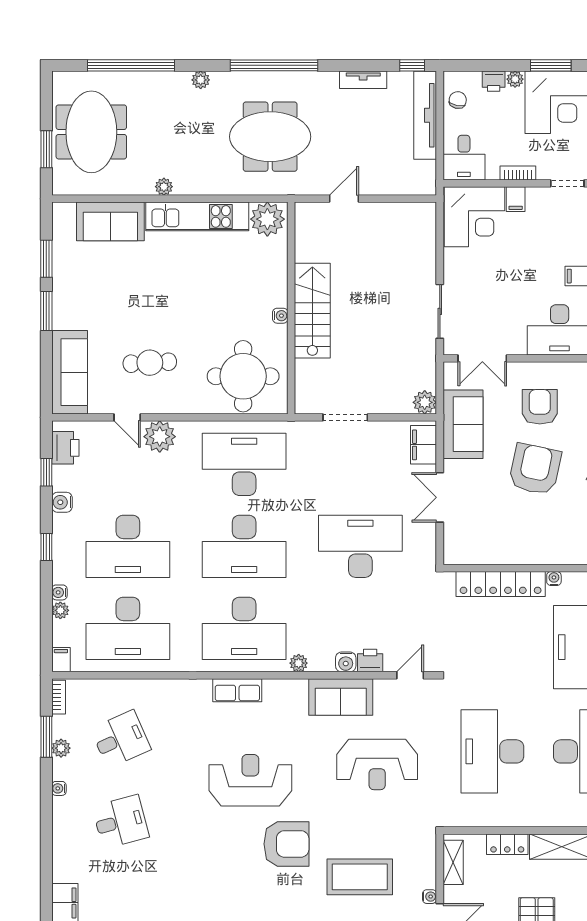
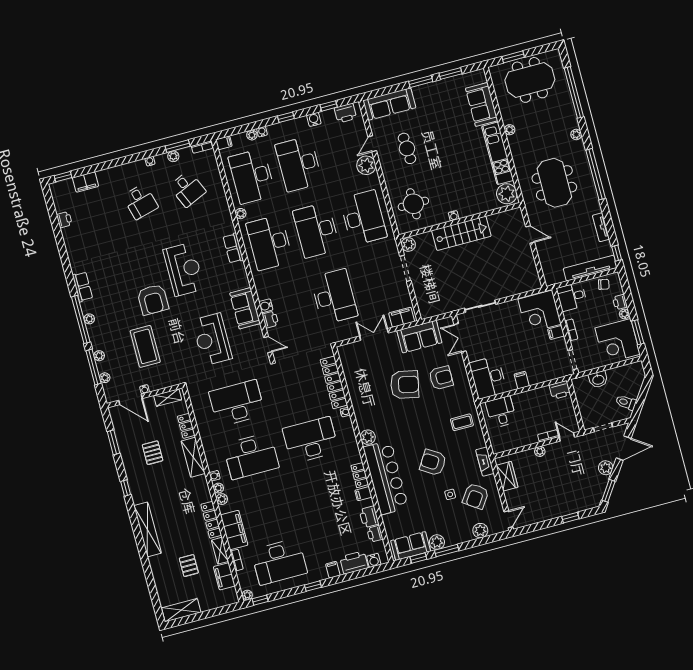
round table: (243, 376) -> (413, 204), width x0.73, depth x0.73
plant: (425, 402) -> (408, 245), moved
plant: (299, 663) -> (241, 214), moved

